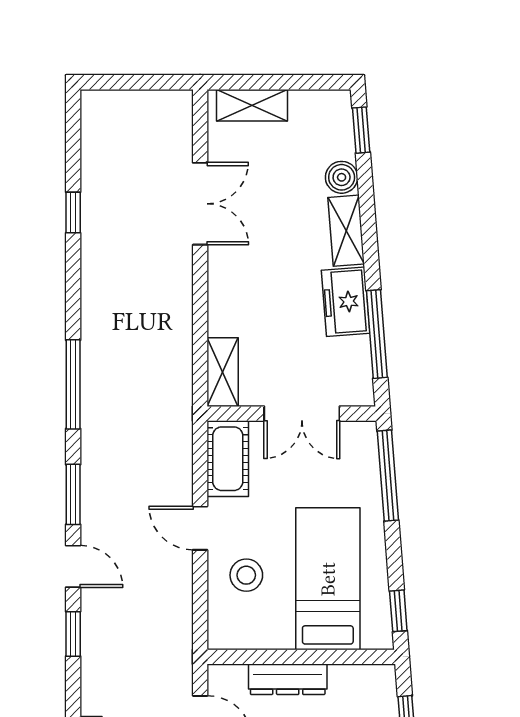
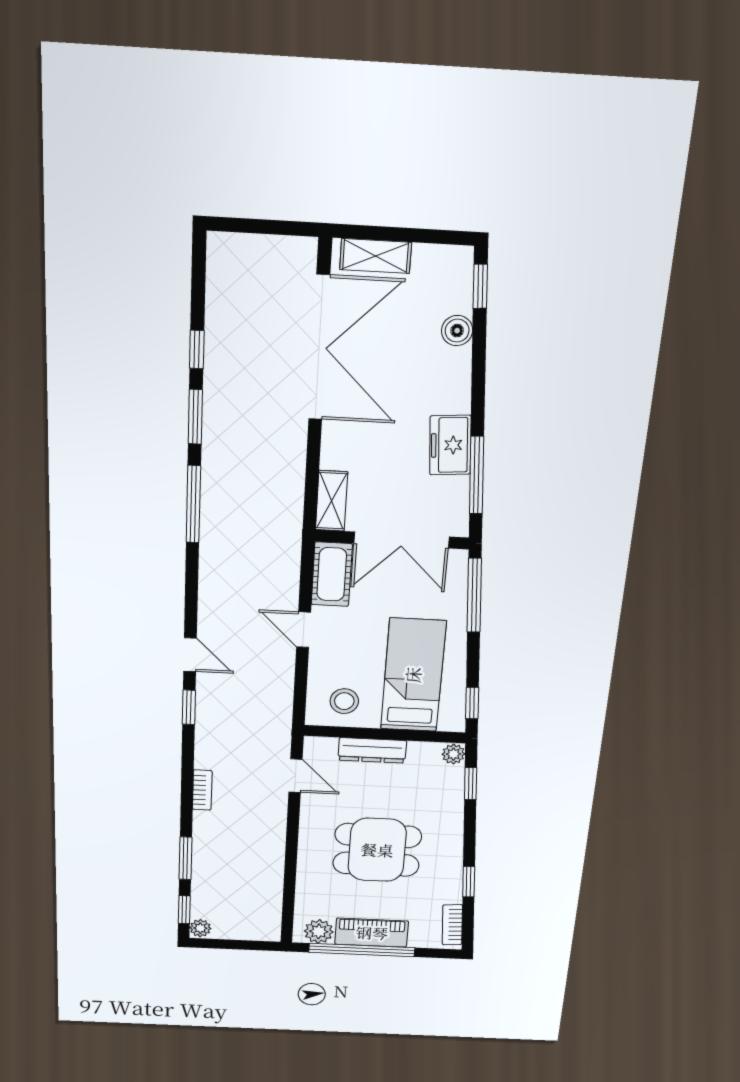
double door: (200, 204) -> (319, 348), width x1.87
shelving: (346, 231) -> (457, 381), removed
double door: (302, 414) -> (402, 540), width x1.37
window: (73, 494) -> (195, 417), moved
stool: (246, 575) -> (344, 701), moved
plant: (383, 679) -> (453, 754), added

